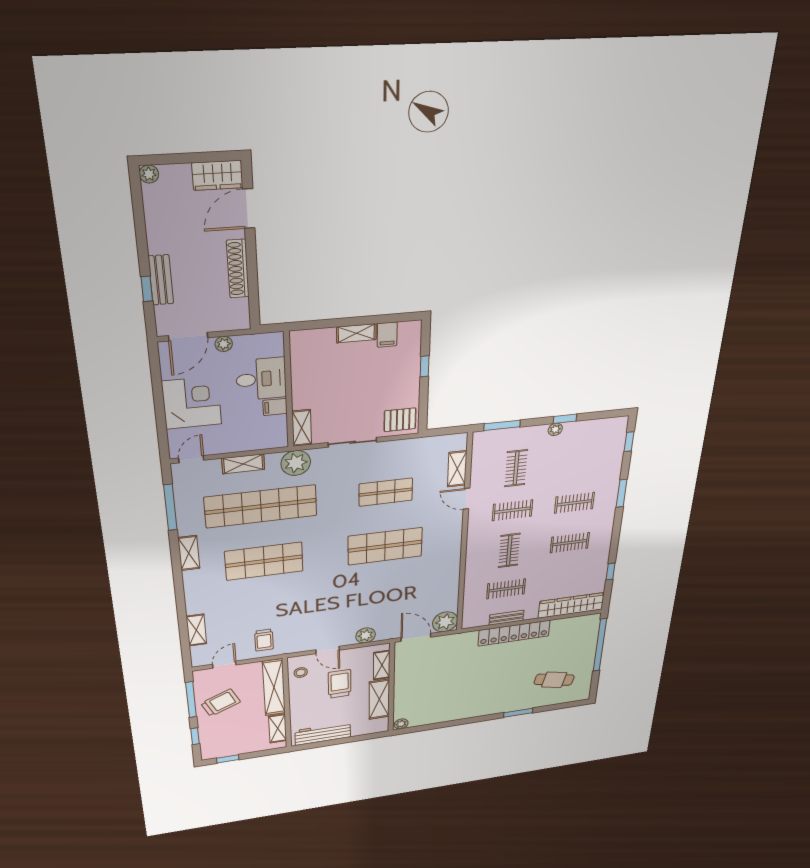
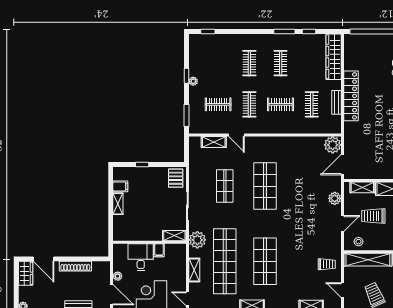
window: (622, 493) -> (284, 31), moved
door: (466, 499) -> (236, 135), hinge flipped

